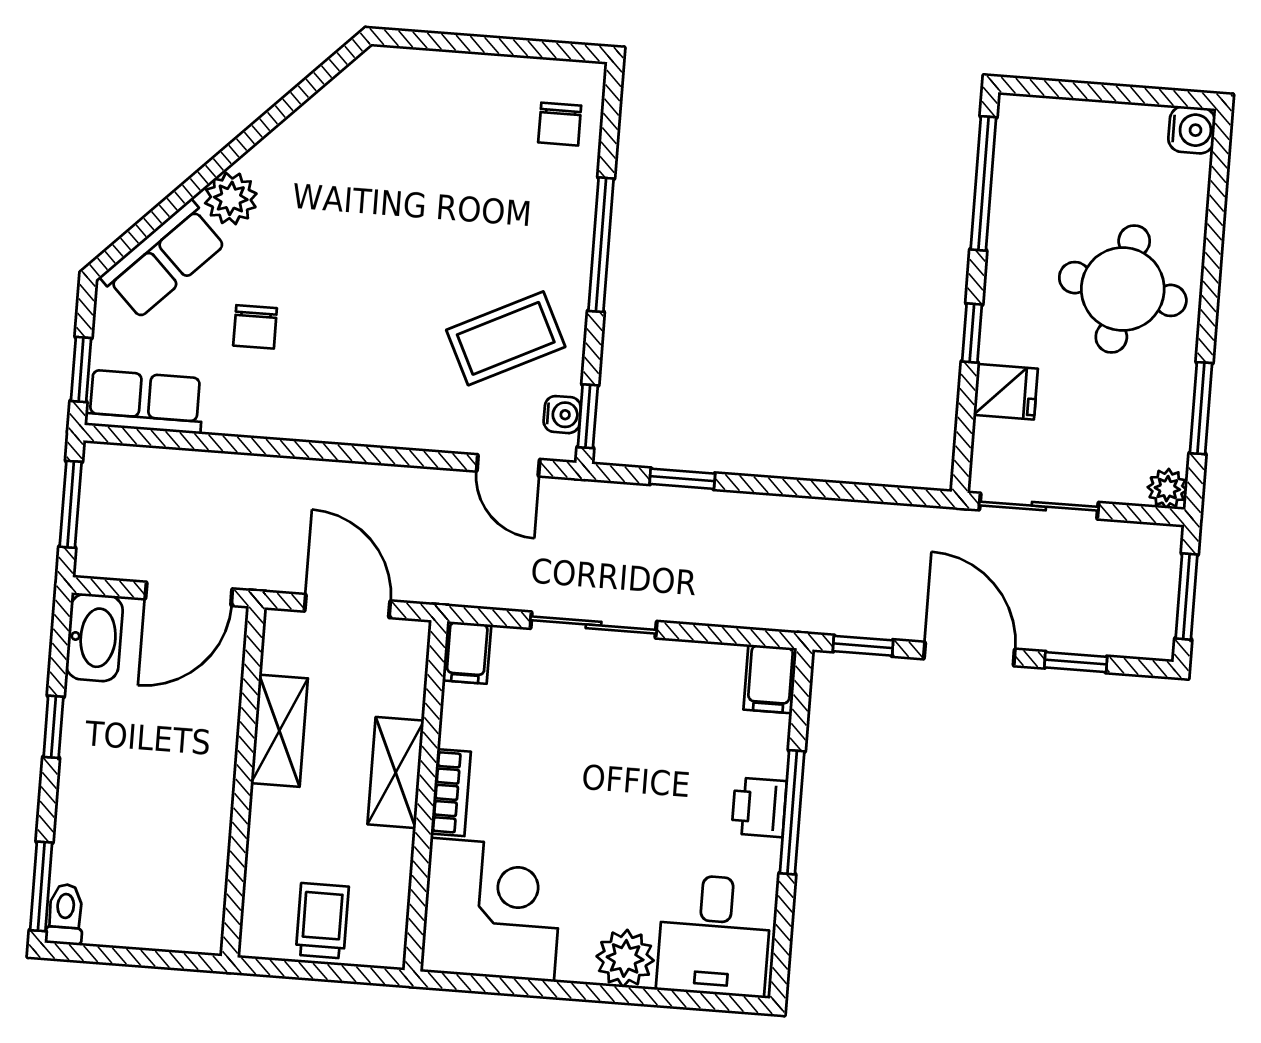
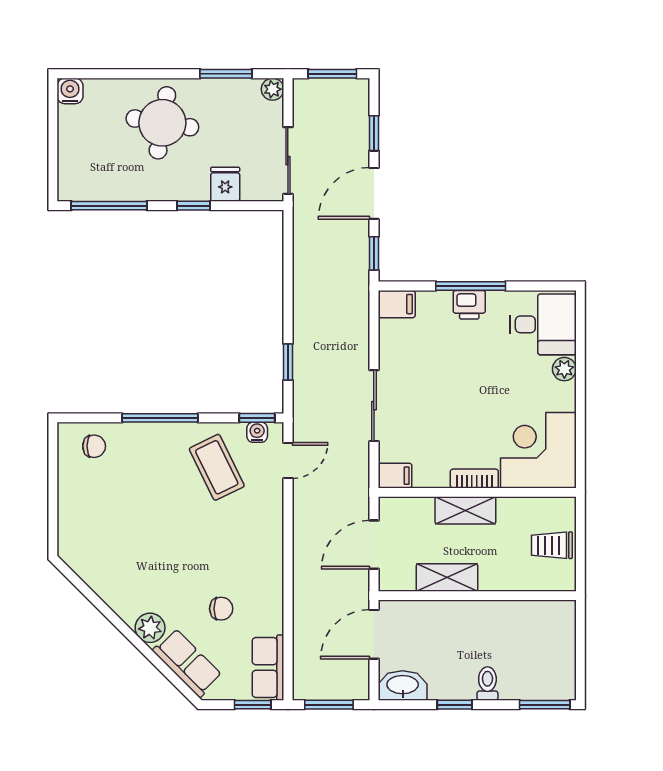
door: (189, 594) -> (374, 634), swing flipped
toilet: (65, 914) -> (487, 683), moved, turned 90
plant: (625, 958) -> (564, 369), width x0.73, depth x0.73

